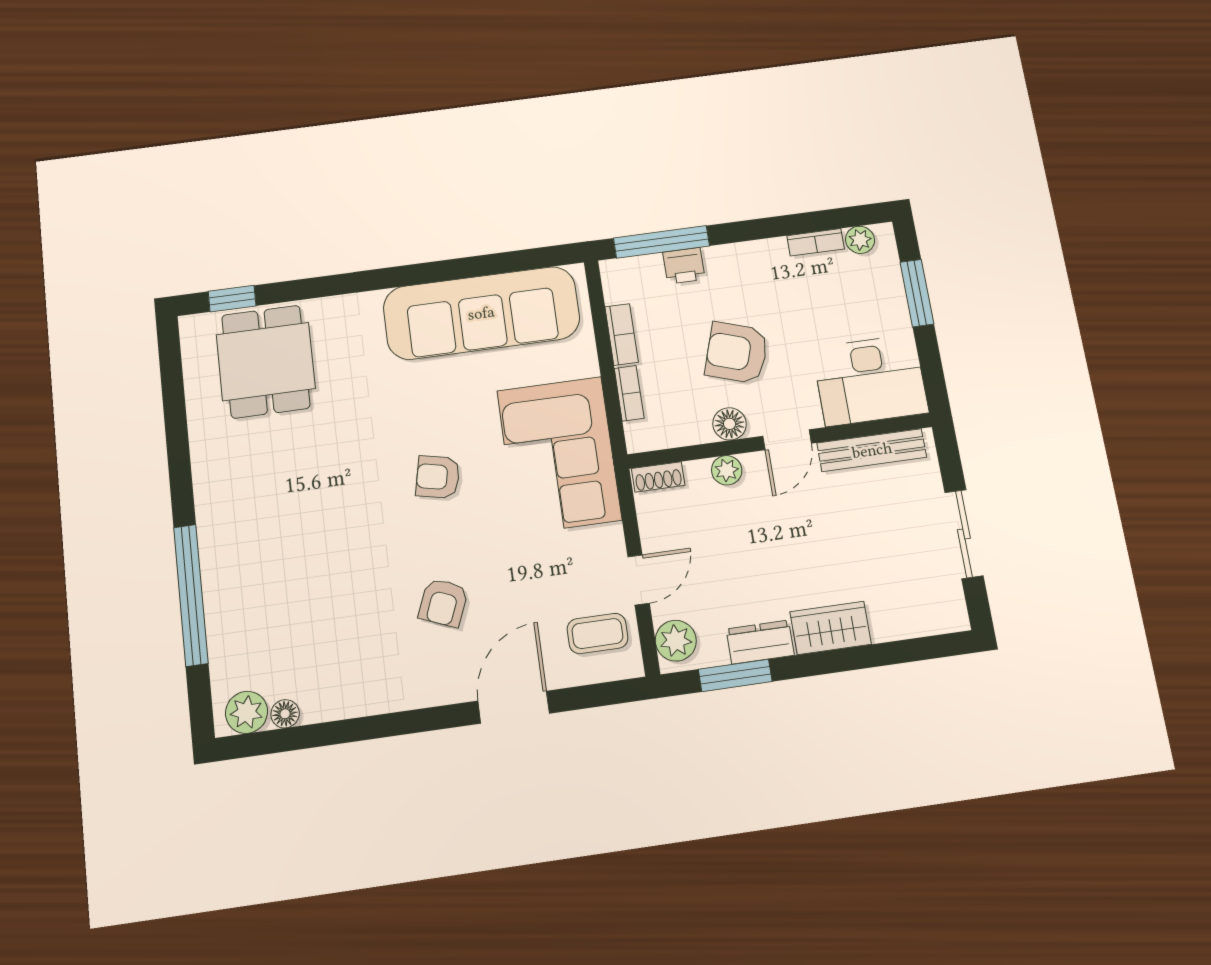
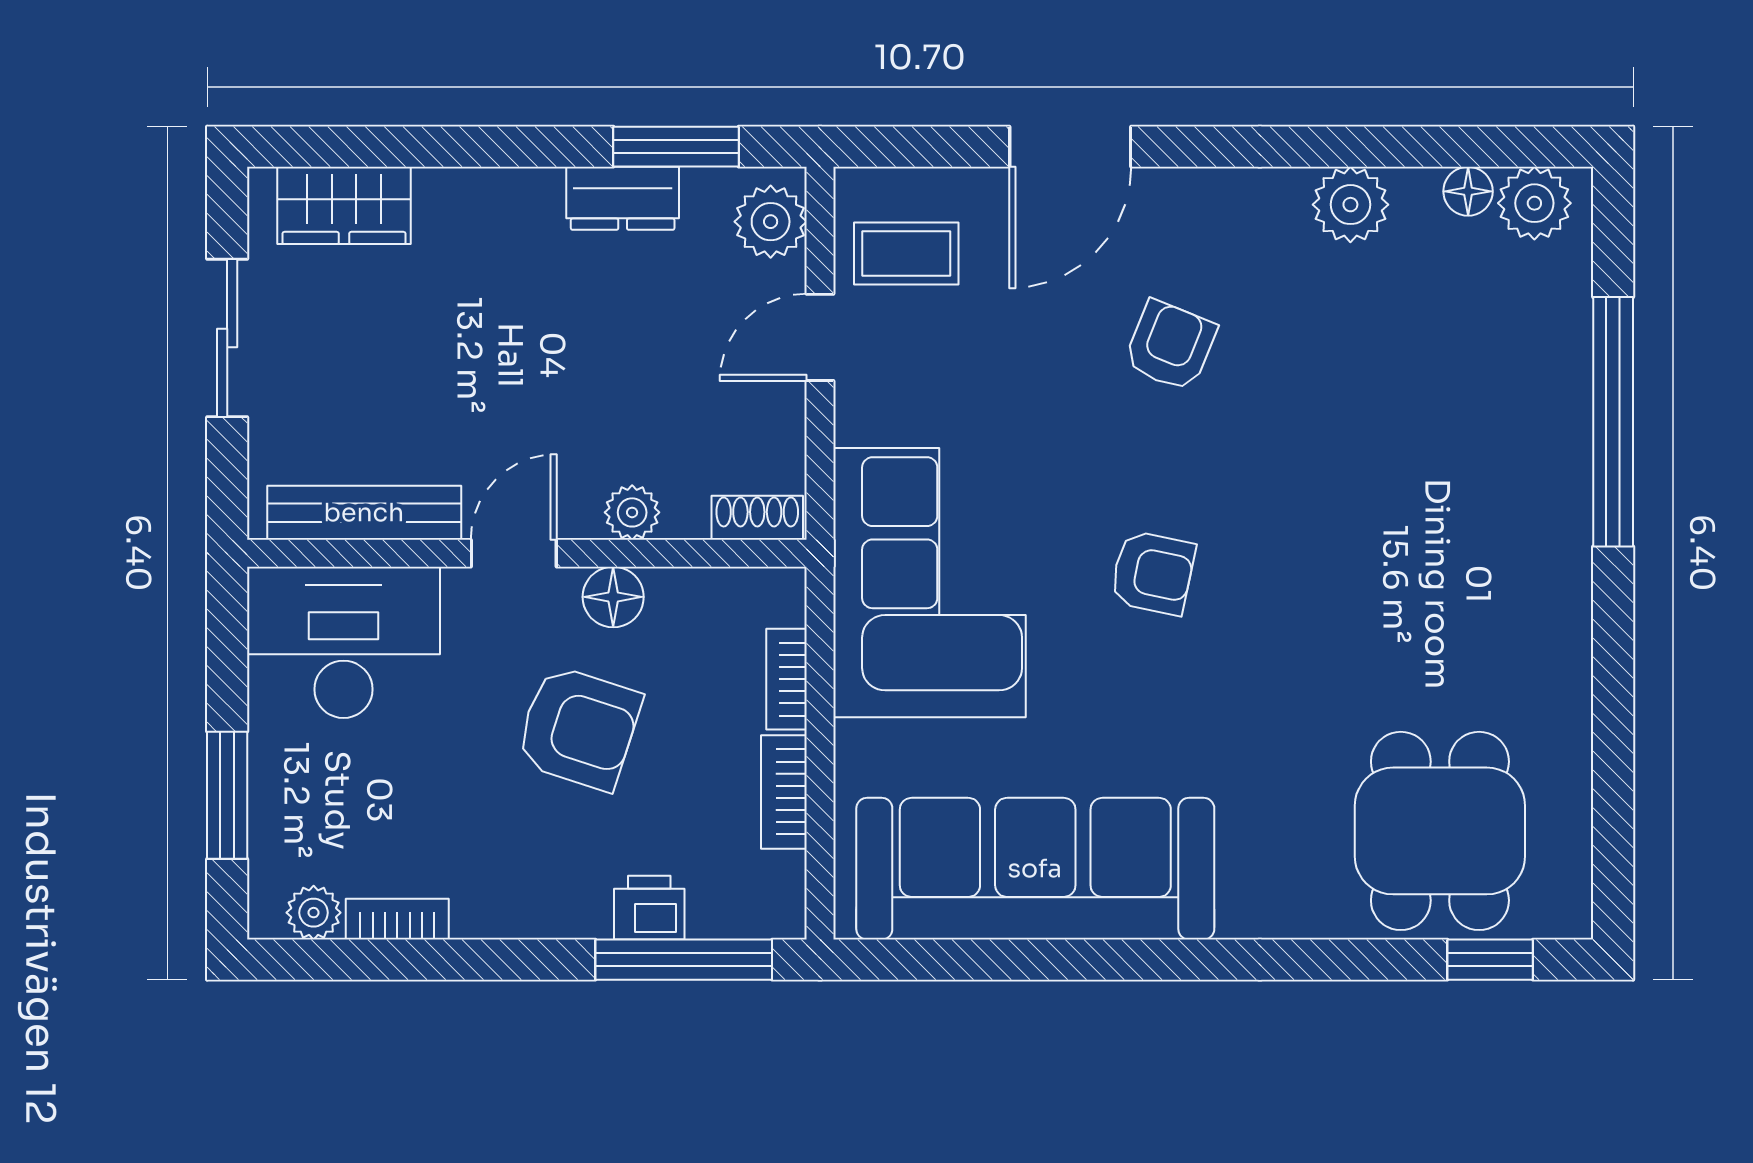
wardrobe: (831, 628) -> (344, 205), moved
plant: (351, 697) -> (1350, 205), added

